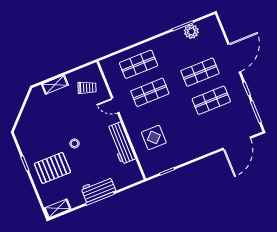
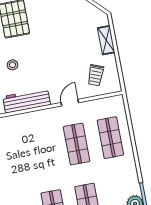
display table: (154, 137) -> (26, 138), removed
stool: (74, 143) -> (13, 65), moved

